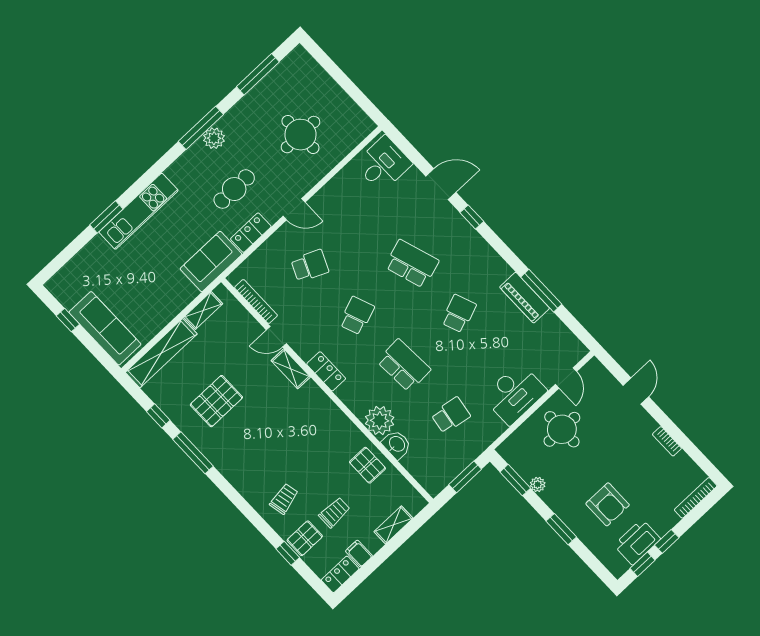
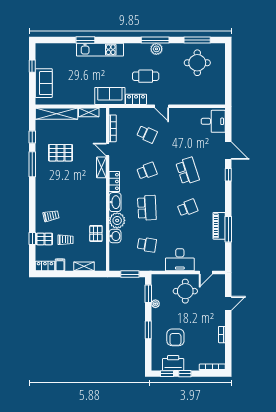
round table: (300, 135) -> (197, 63), moved
sofa: (105, 328) -> (44, 83), width x0.73
washbasin: (353, 398) -> (115, 202), added

